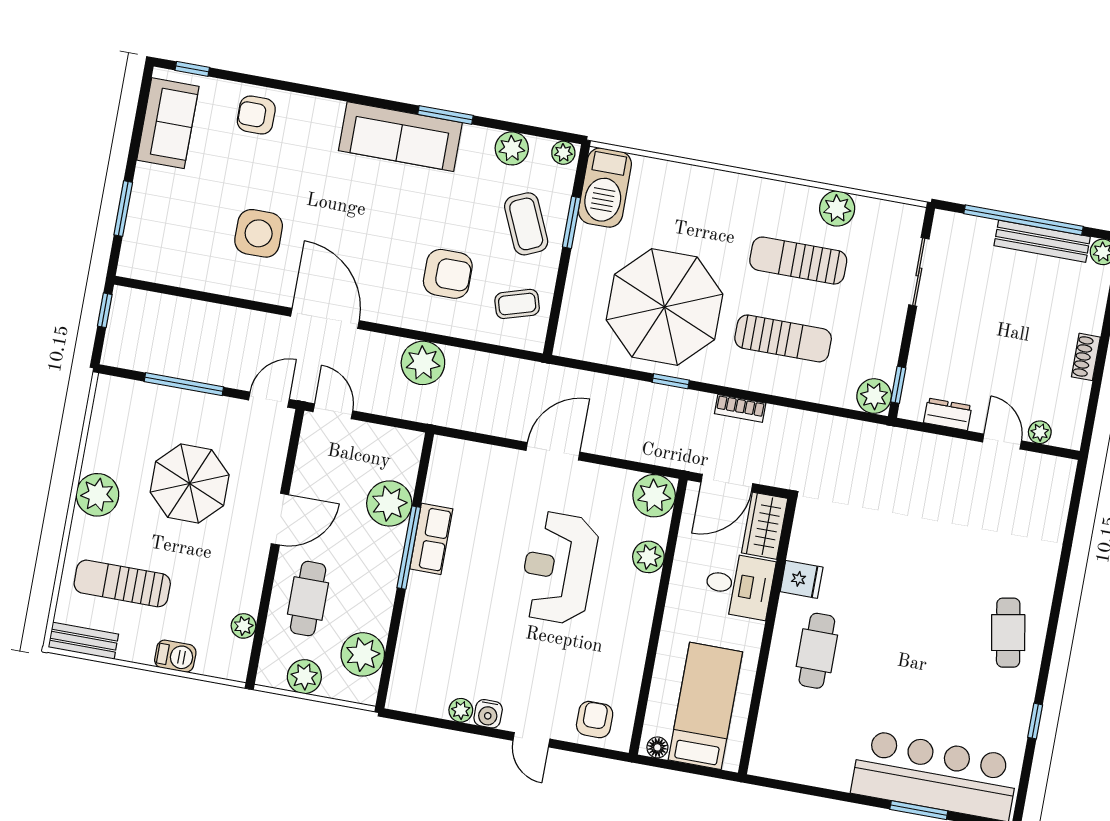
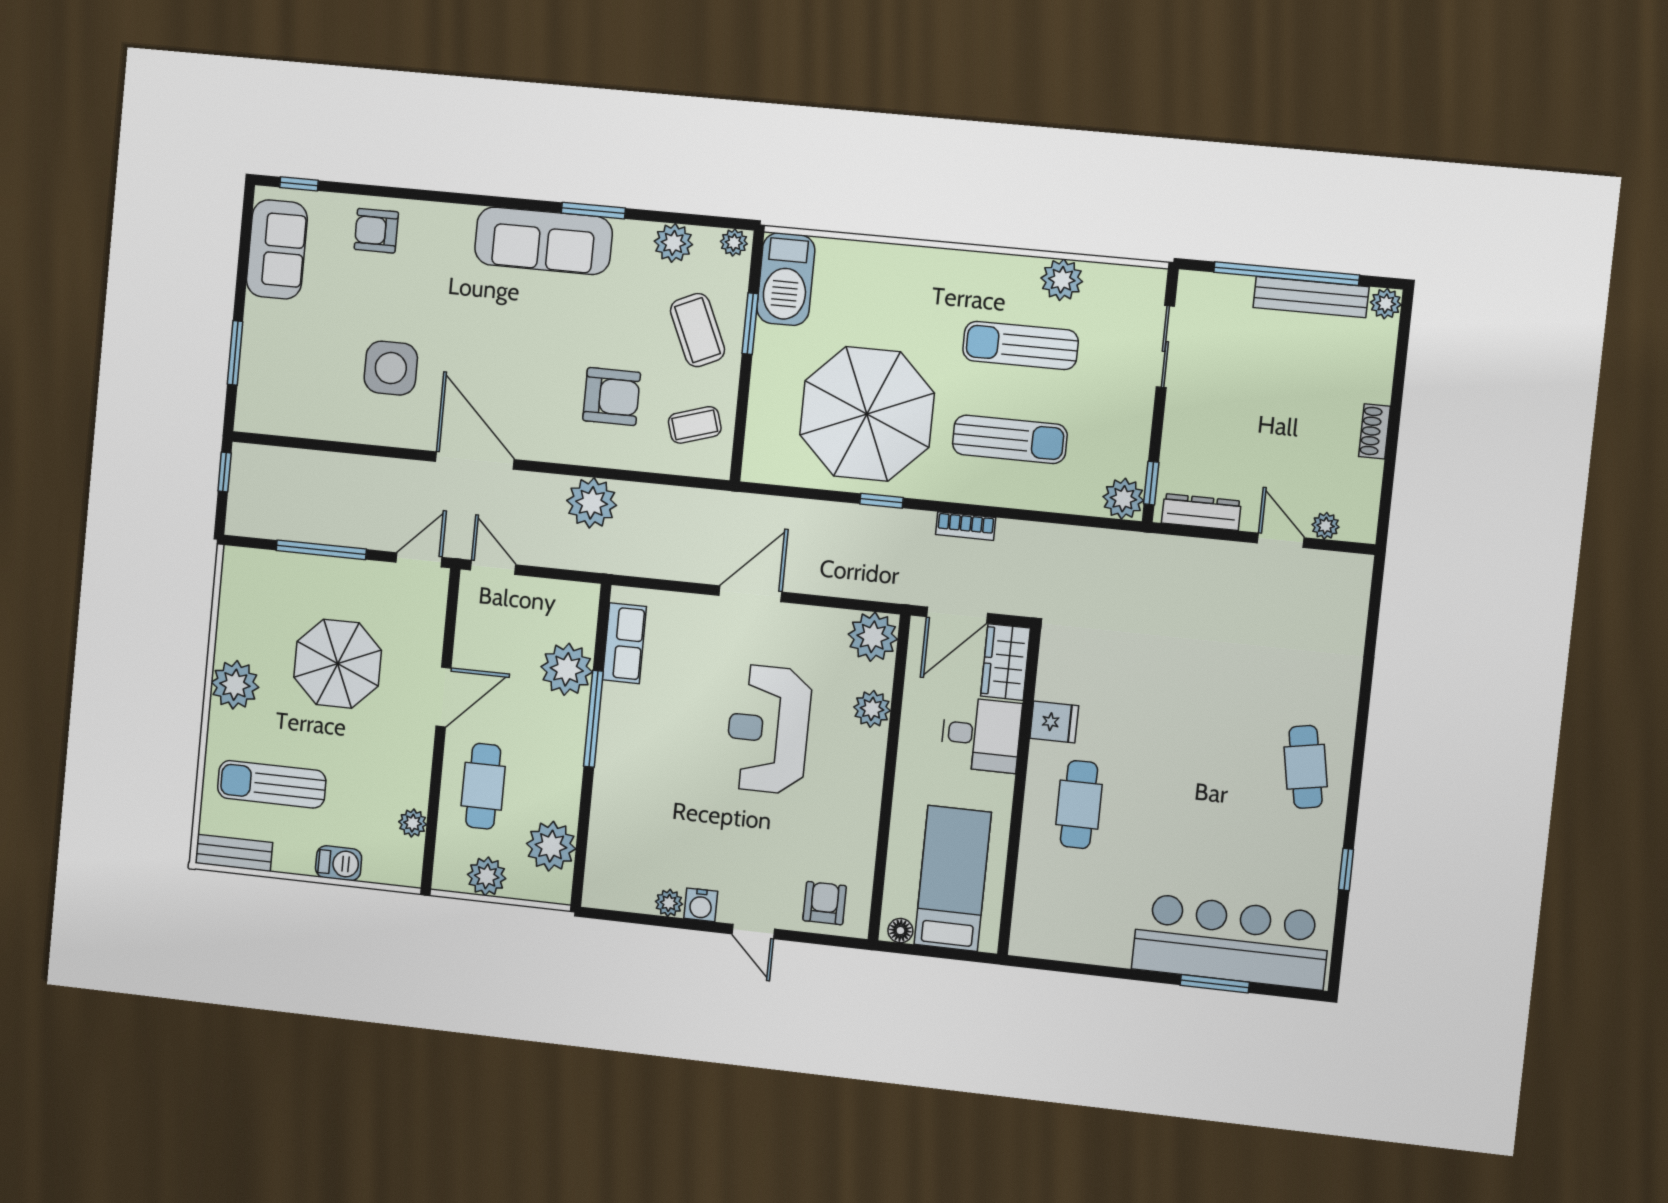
dresser: (948, 414) -> (1201, 512), width x1.44
row of seats: (431, 539) -> (624, 643), moved

